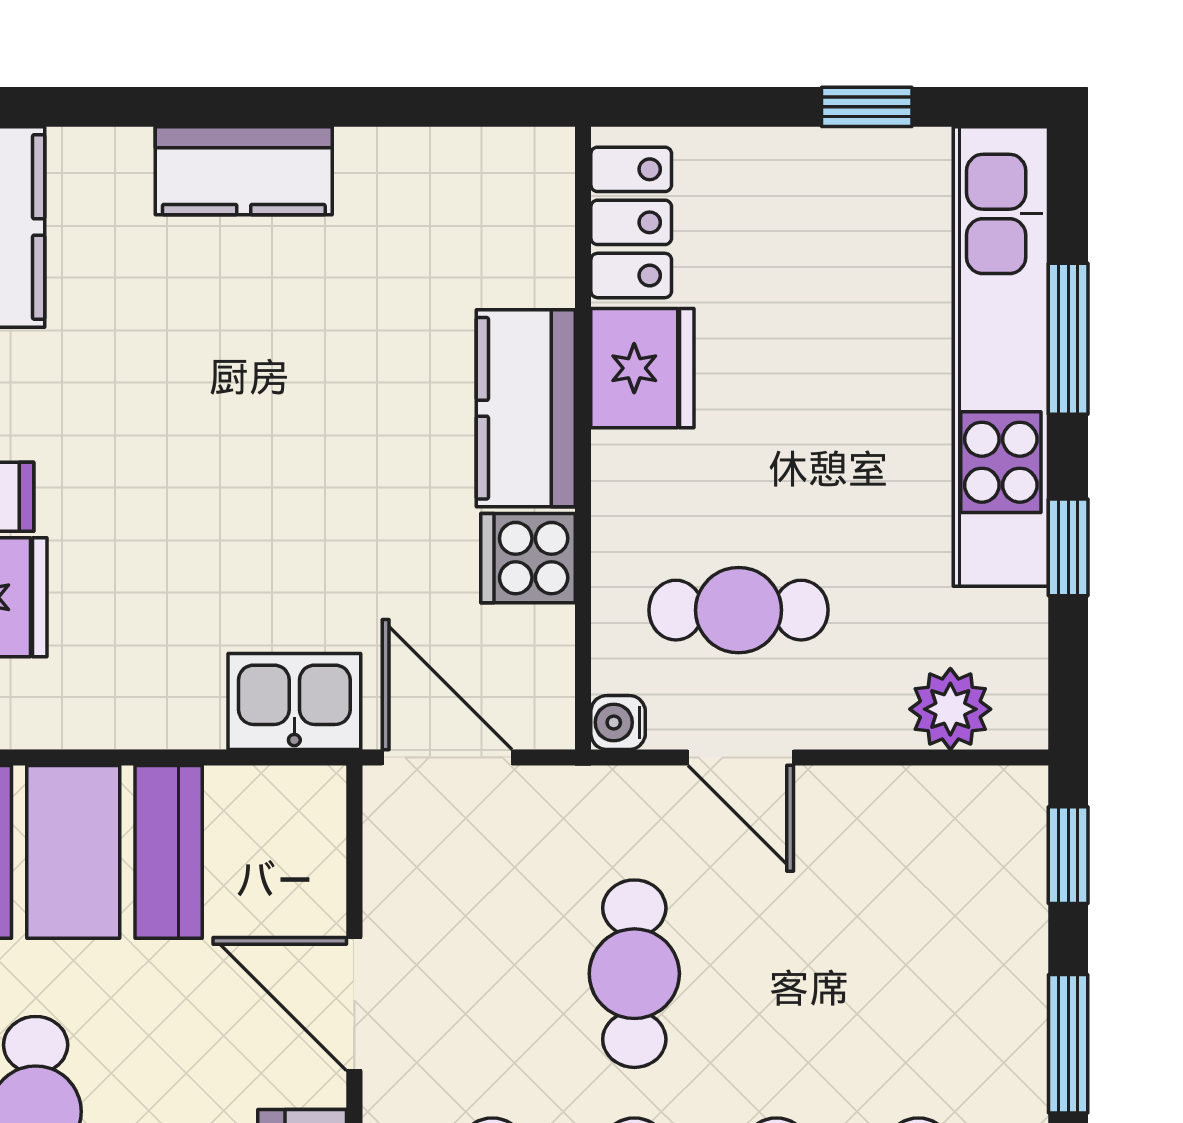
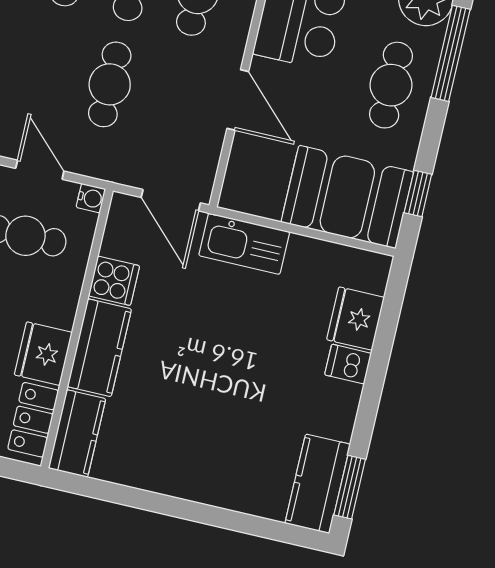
kitchen counter: (244, 171) -> (77, 433), moved, turned 90
kitchen sink: (294, 702) -> (244, 244), width x1.38

